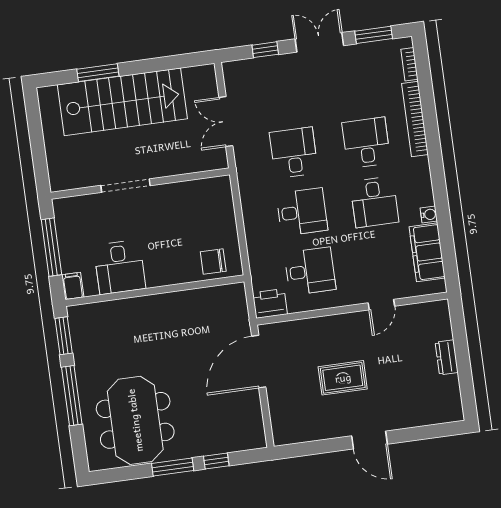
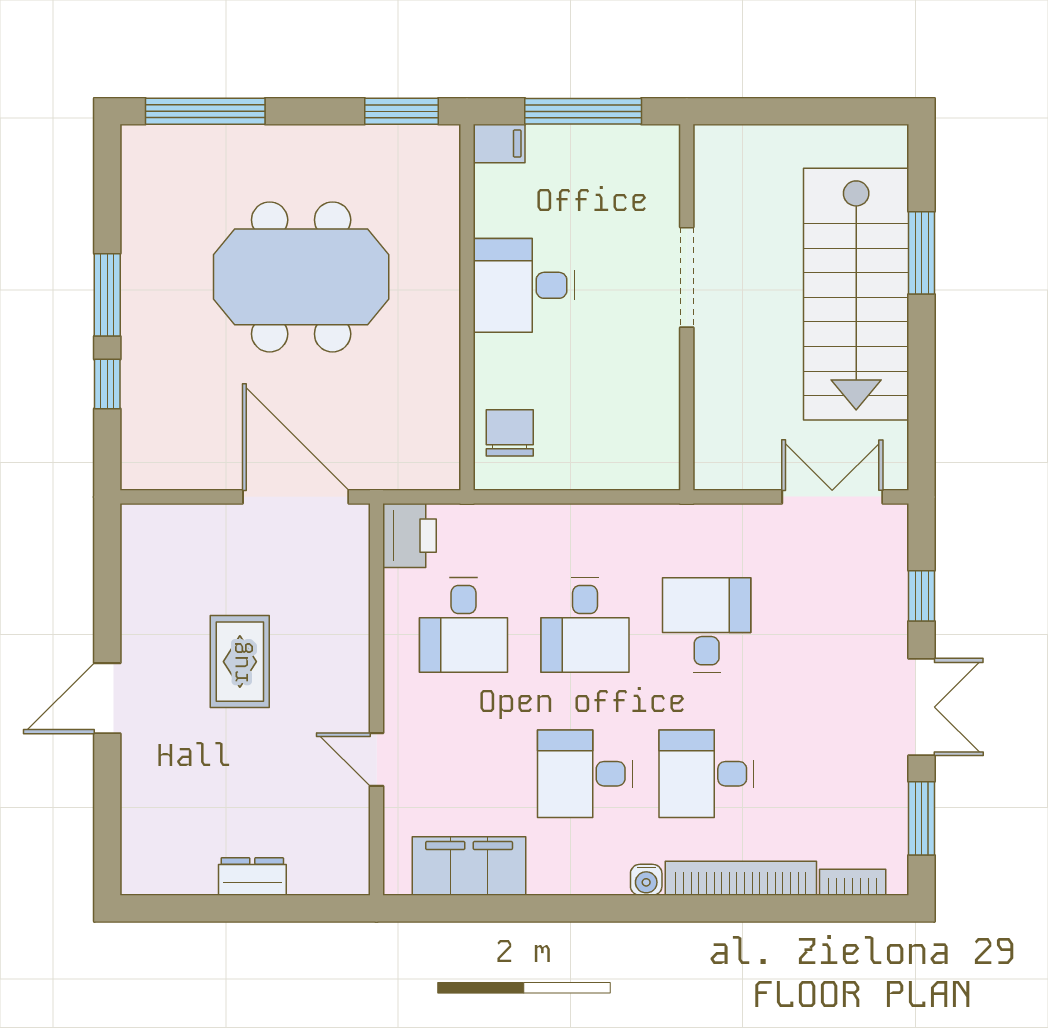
double door: (226, 122) -> (832, 497), moved
desk: (366, 143) -> (707, 774), turned 180
desk: (294, 153) -> (707, 625), turned -90
water cooler: (429, 214) -> (646, 880), moved
desk: (120, 267) -> (524, 285), moved
window: (72, 396) -> (205, 111), moved
meeting table: (135, 420) -> (301, 277), moved

